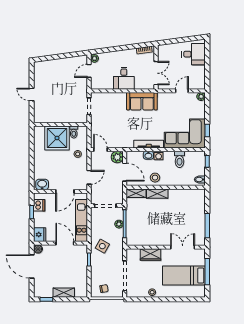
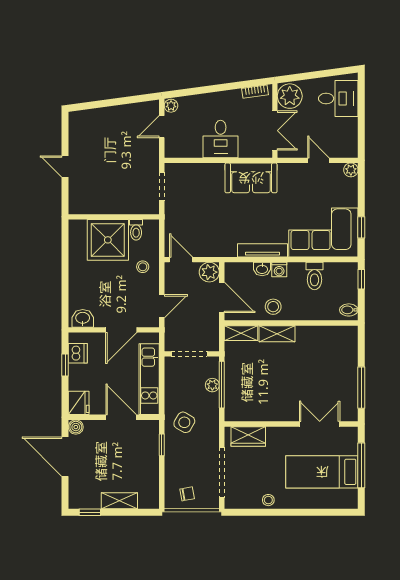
plant: (165, 53) -> (290, 96), added
door: (182, 91) -> (318, 160), hinge flipped
wardrobe: (150, 255) -> (248, 436), moved

